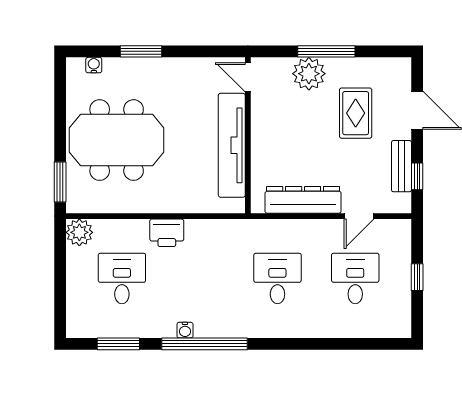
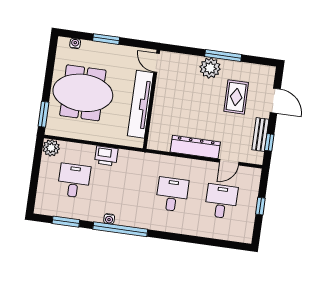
door: (248, 77) -> (157, 63), moved
wall: (248, 135) -> (152, 99), moved
tv unit: (232, 145) -> (140, 104), moved

